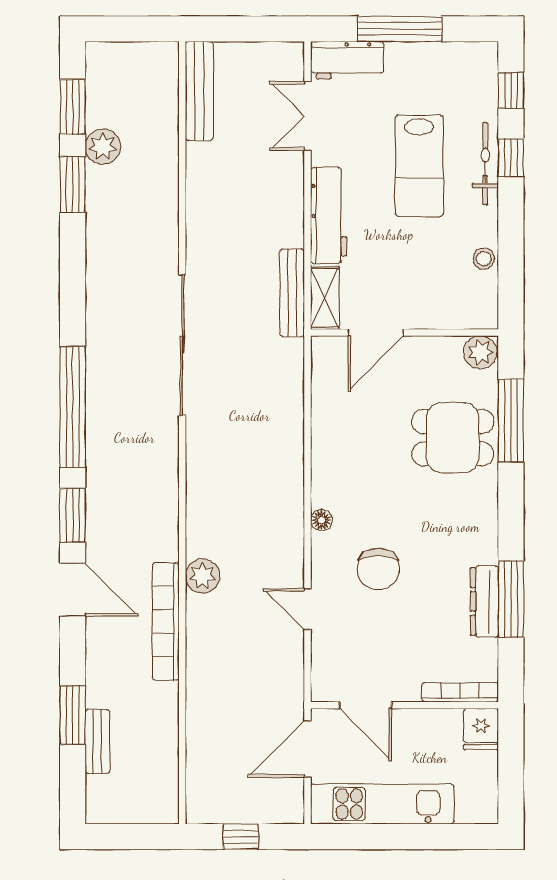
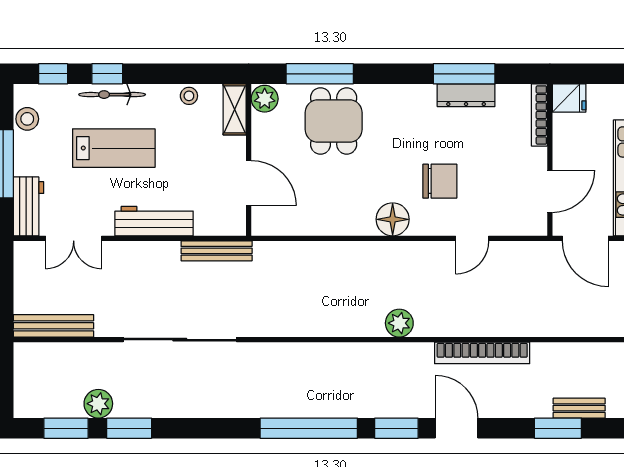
stool: (455, 59) -> (27, 119), added
shelving: (325, 298) -> (235, 109), moved, turned 90
sliding door: (182, 345) -> (180, 340), moved
floor lamp: (321, 520) -> (393, 219), width x1.89, depth x1.89
plant: (203, 576) -> (399, 323), moved
door: (73, 590) -> (456, 428), hinge flipped

